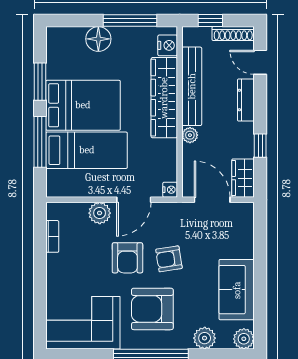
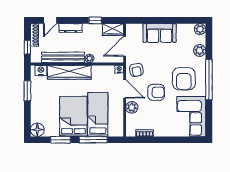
window: (130, 21) -> (27, 91), width x0.69
floor lamp: (98, 39) -> (37, 130), moved
armchair: (169, 259) -> (136, 70), moved
sofa: (237, 290) -> (160, 33), moved

